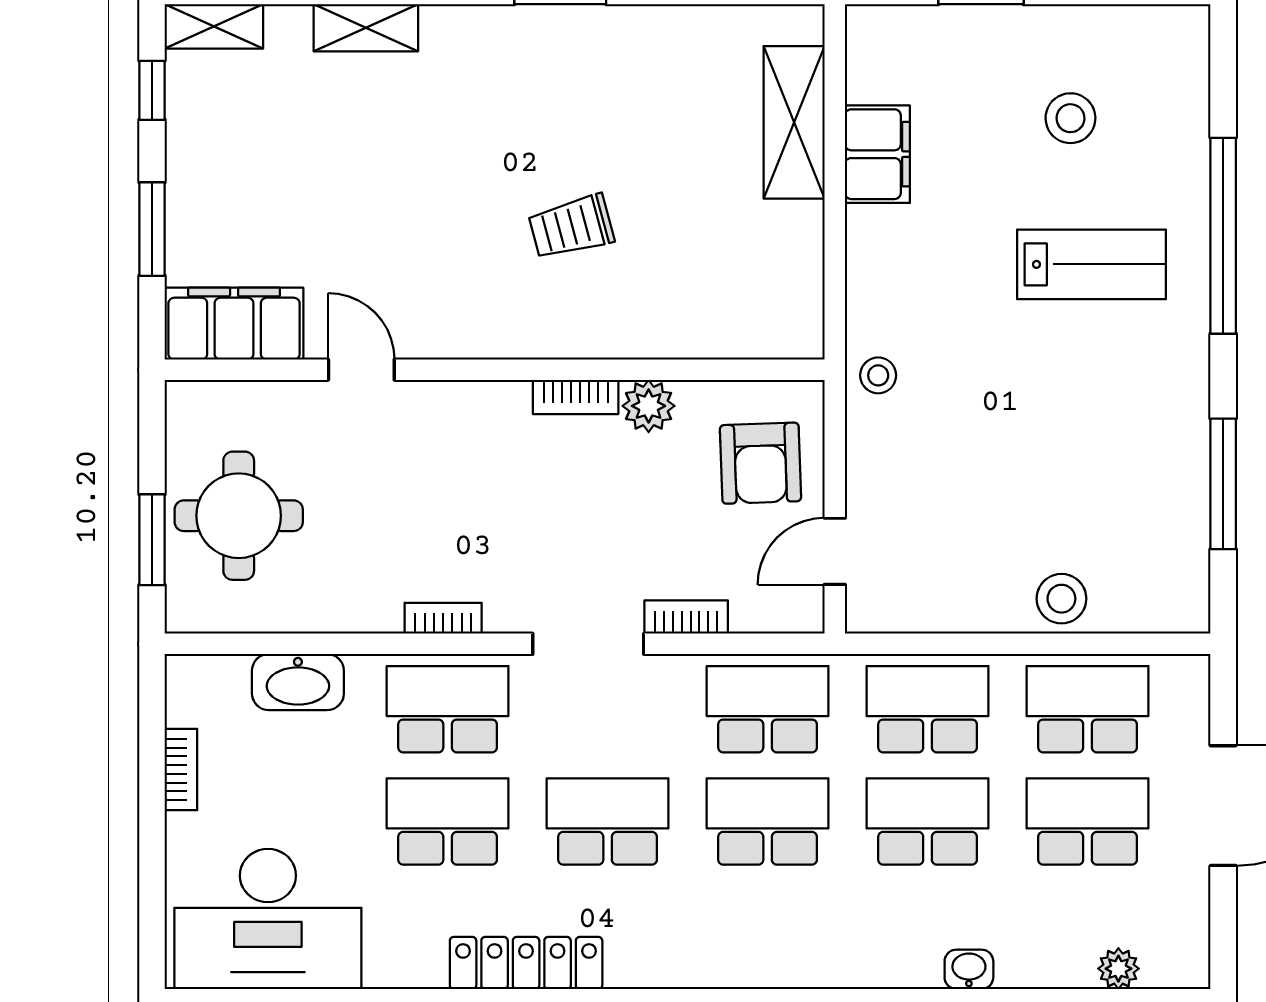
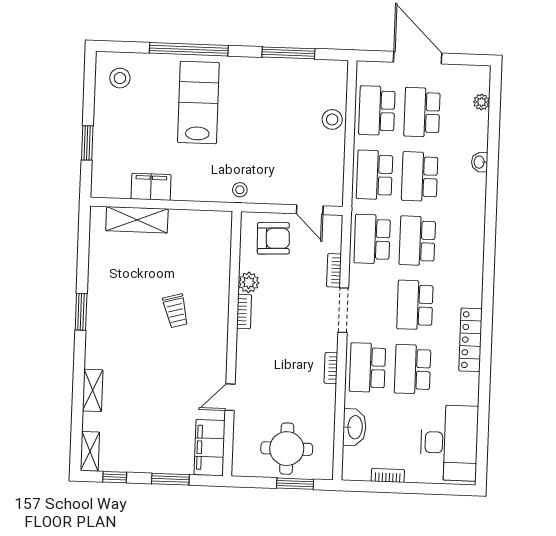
stool: (1070, 118) -> (120, 78), moved
lab bench: (1092, 264) -> (198, 102), width x1.36, depth x1.39

